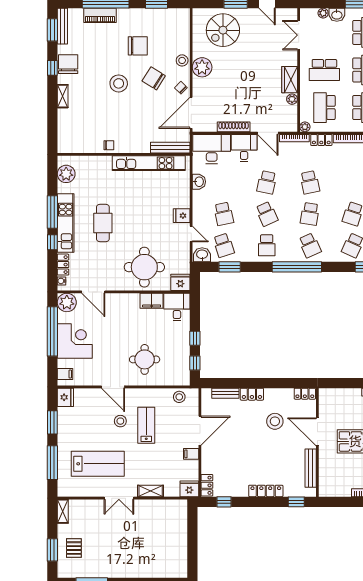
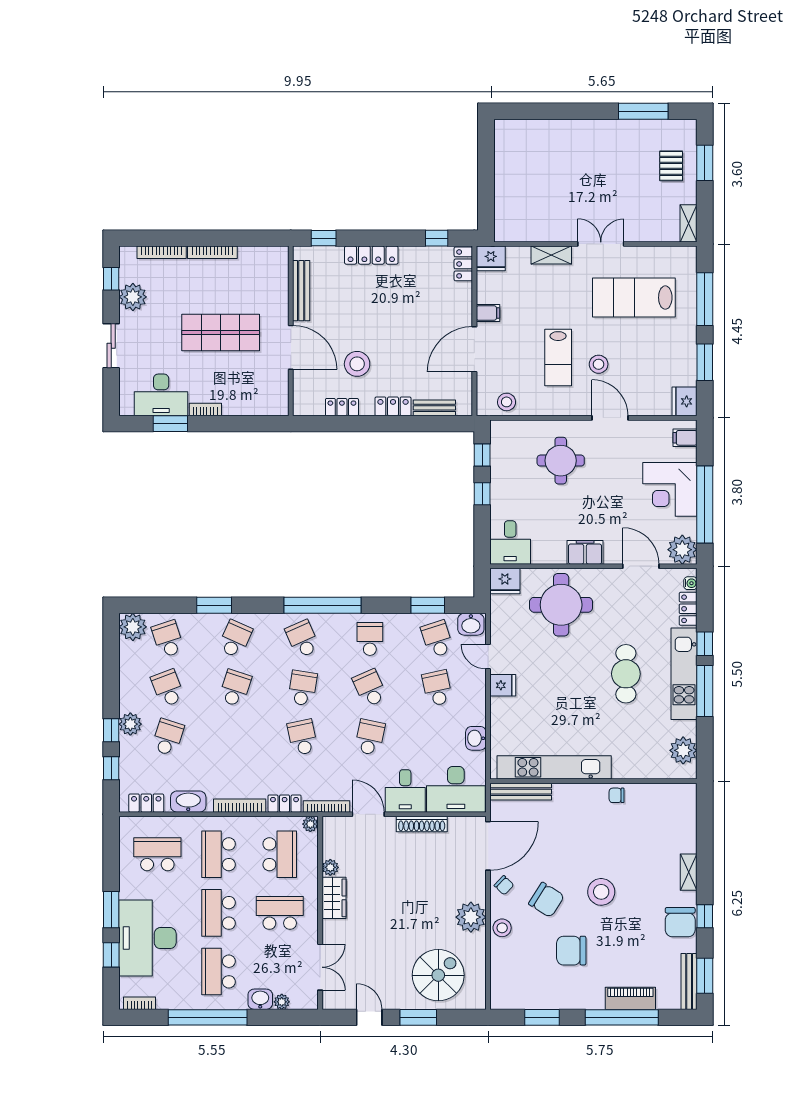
filing cabinet: (152, 301) -> (585, 552), moved
locker: (305, 394) -> (342, 407), moved

